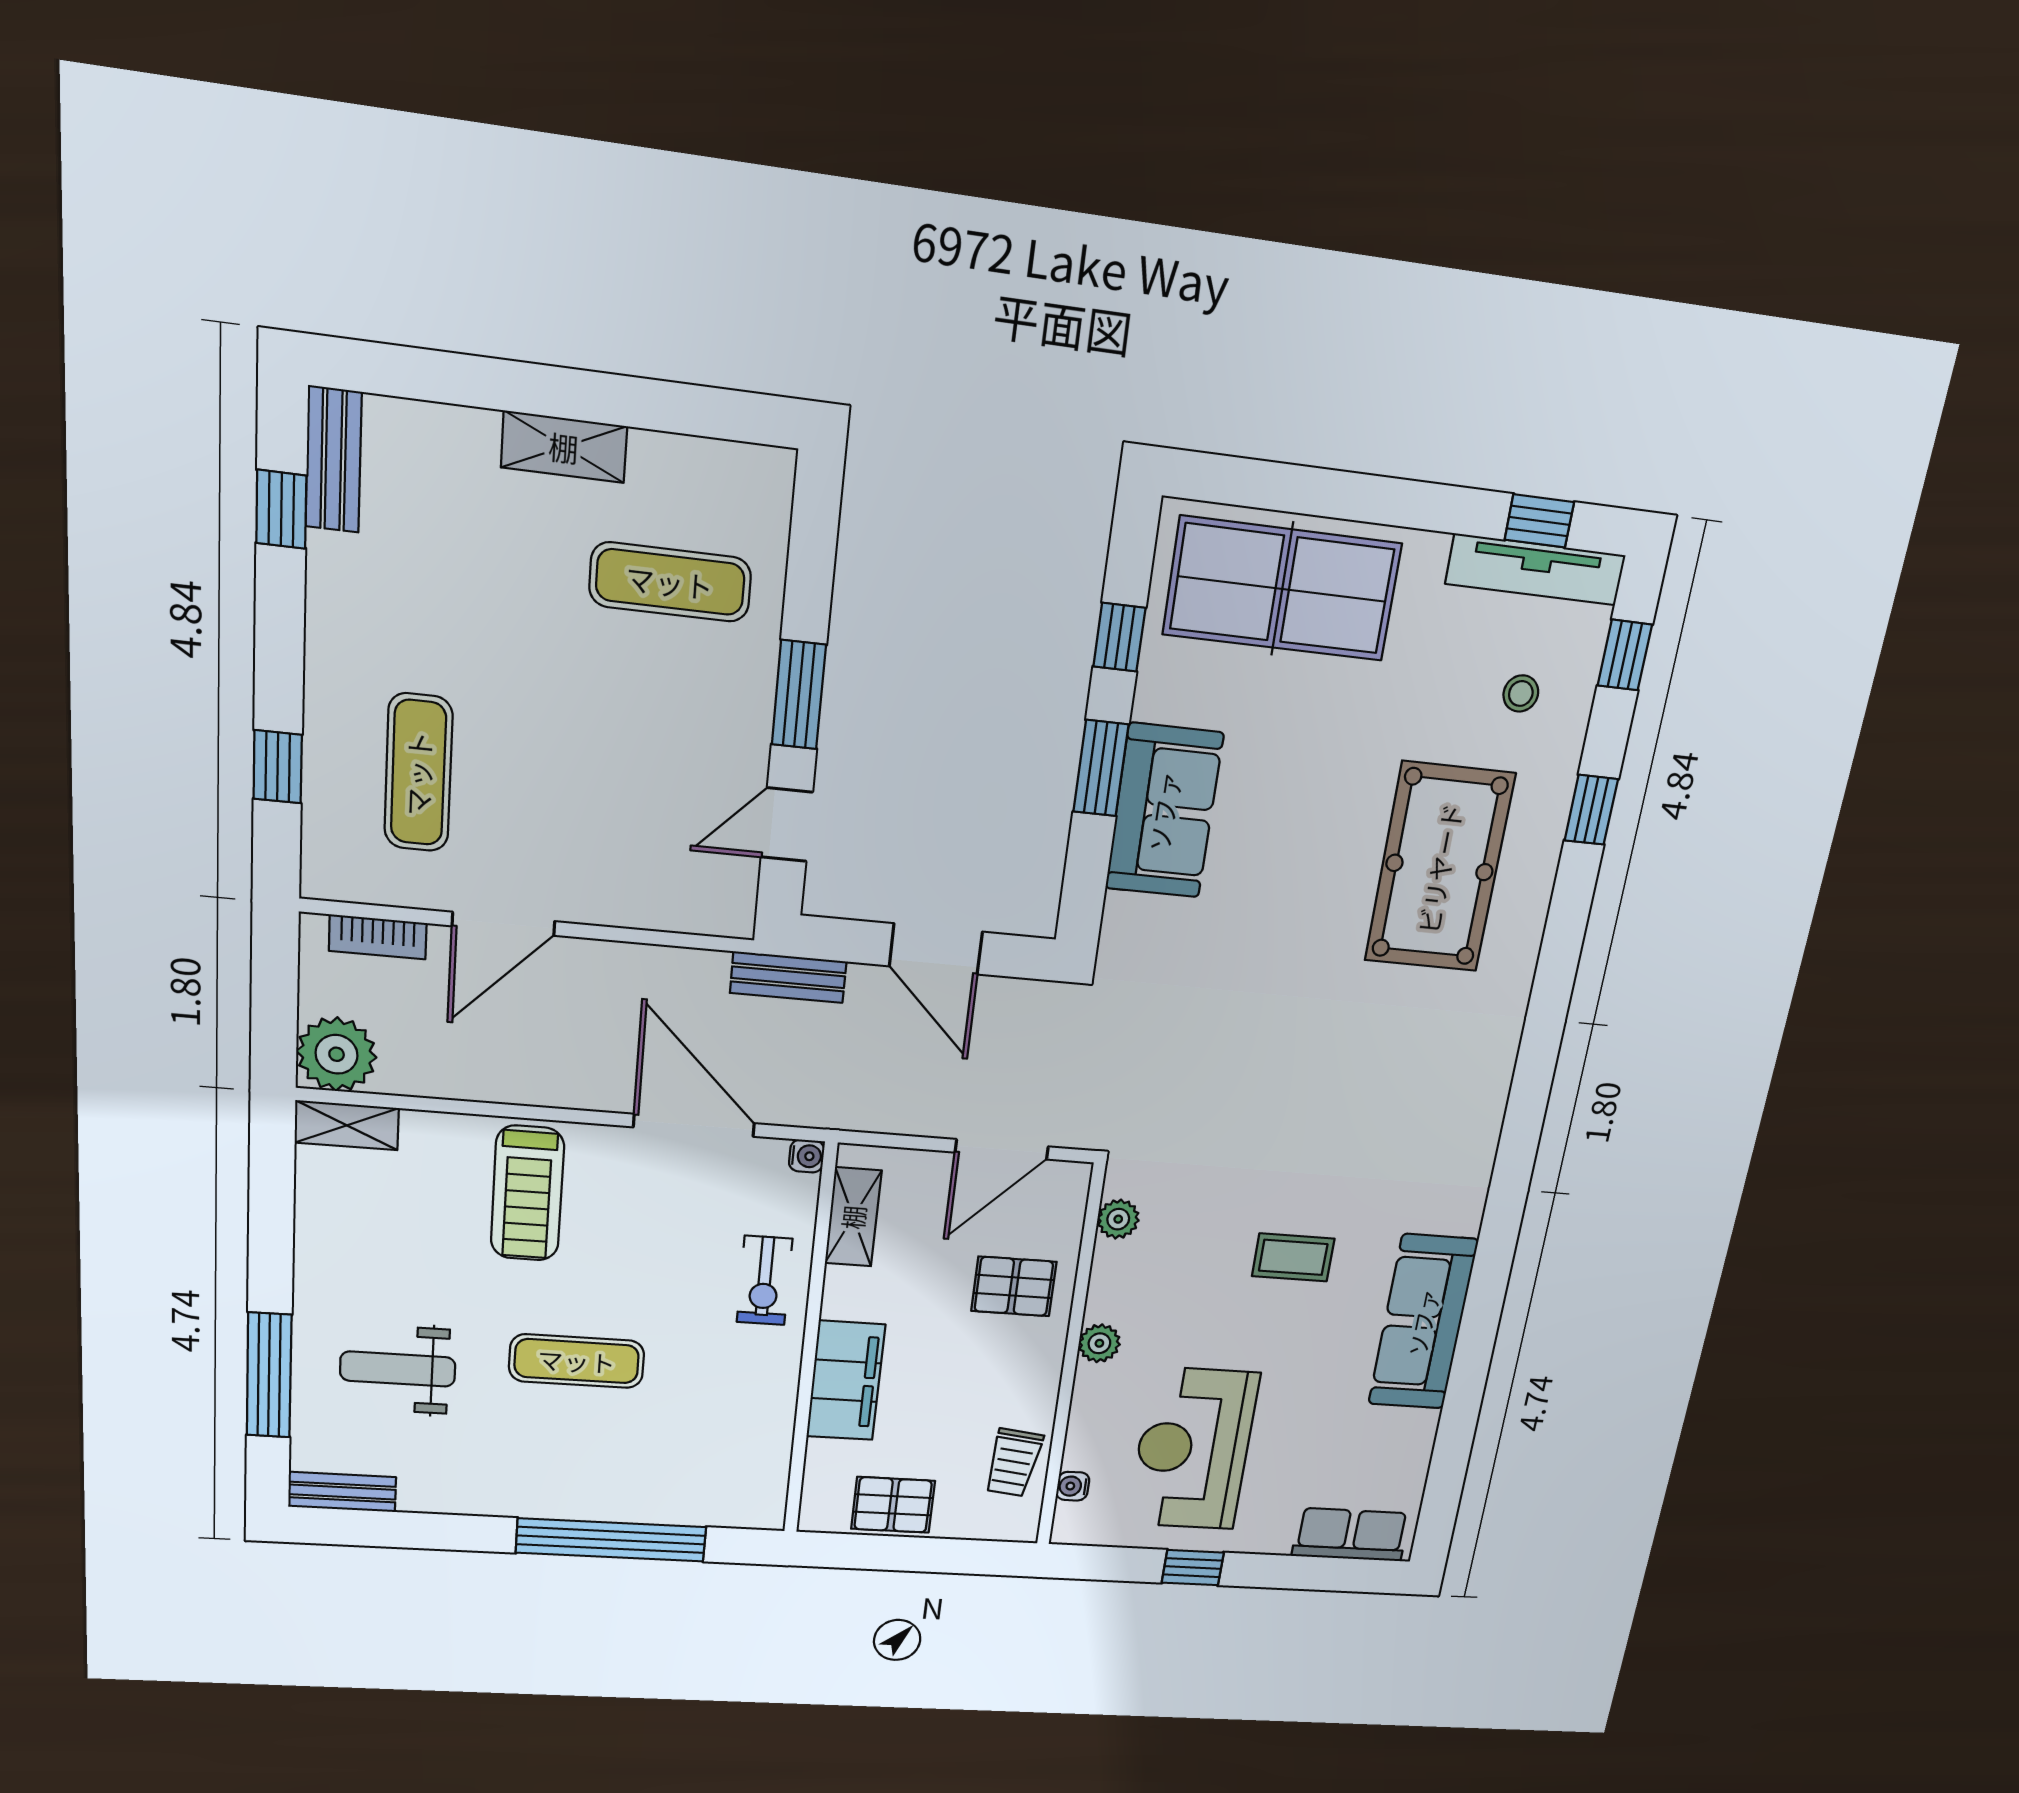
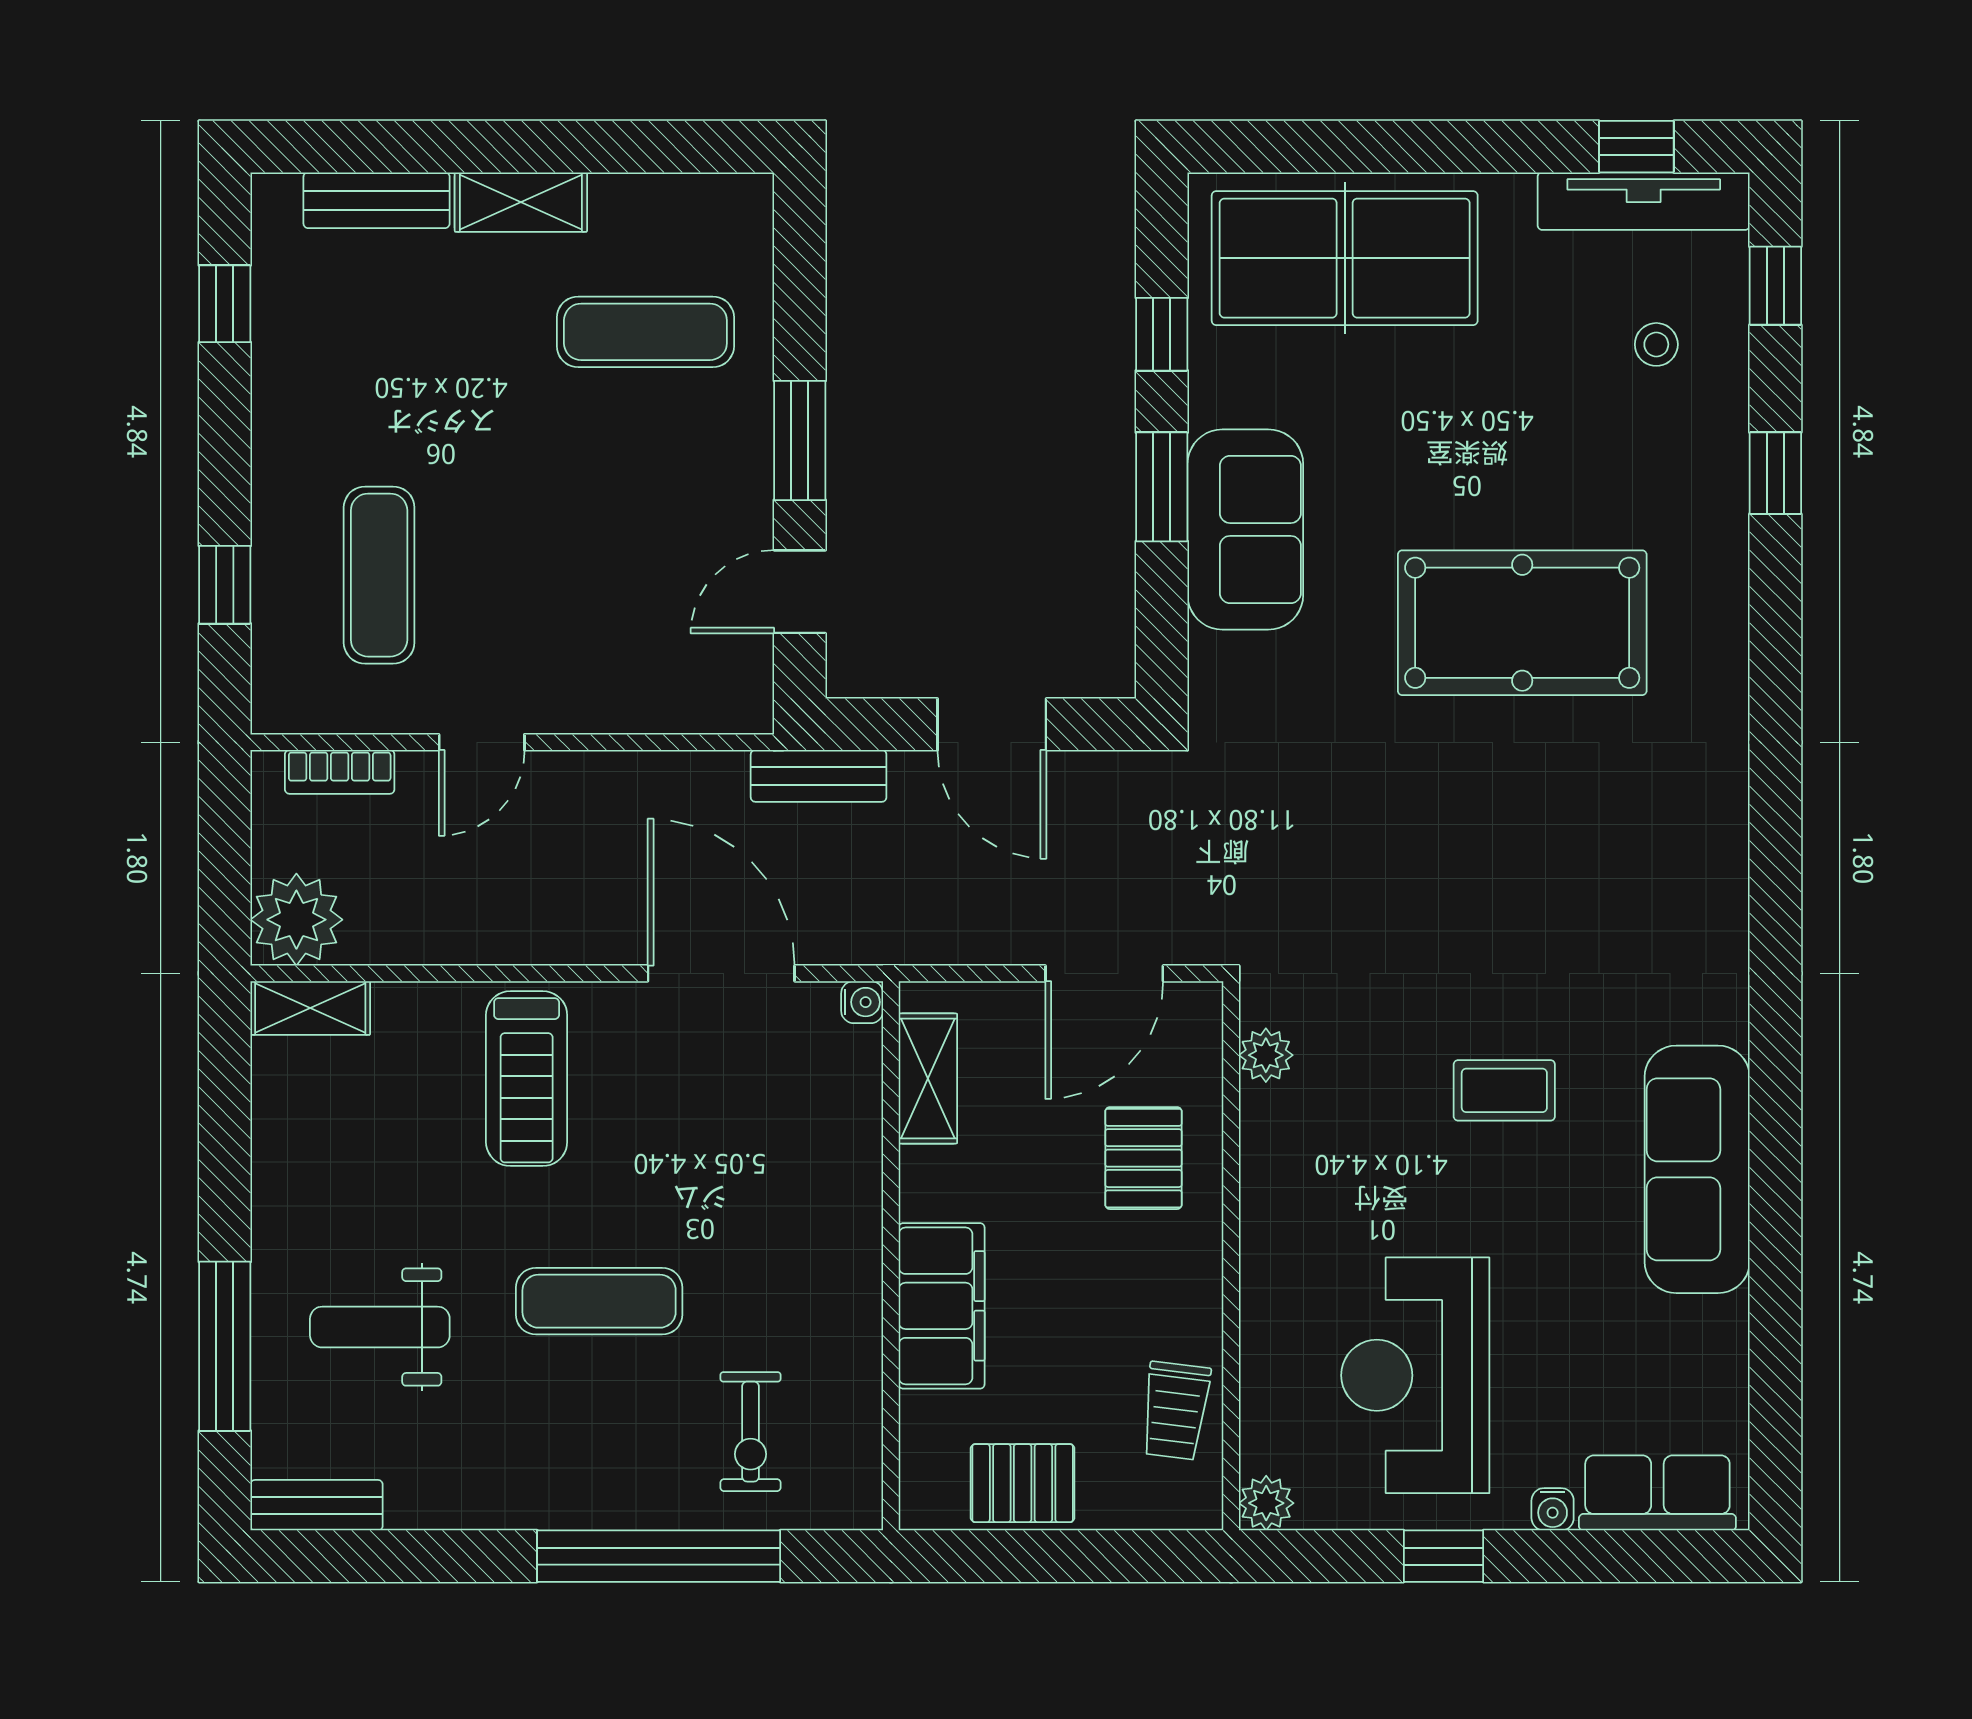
bench: (334, 460) -> (377, 200), moved, turned 90
pool table: (1440, 868) -> (1522, 623), moved, turned 90
door: (503, 924) -> (482, 742), width x0.73
exercise bike: (765, 1280) -> (751, 1432), moved
pallet: (1014, 1286) -> (1143, 1158), turned 90
plant: (1099, 1343) -> (1266, 1503), moved
water cooler: (1073, 1486) -> (1553, 1509), moved, turned -90

